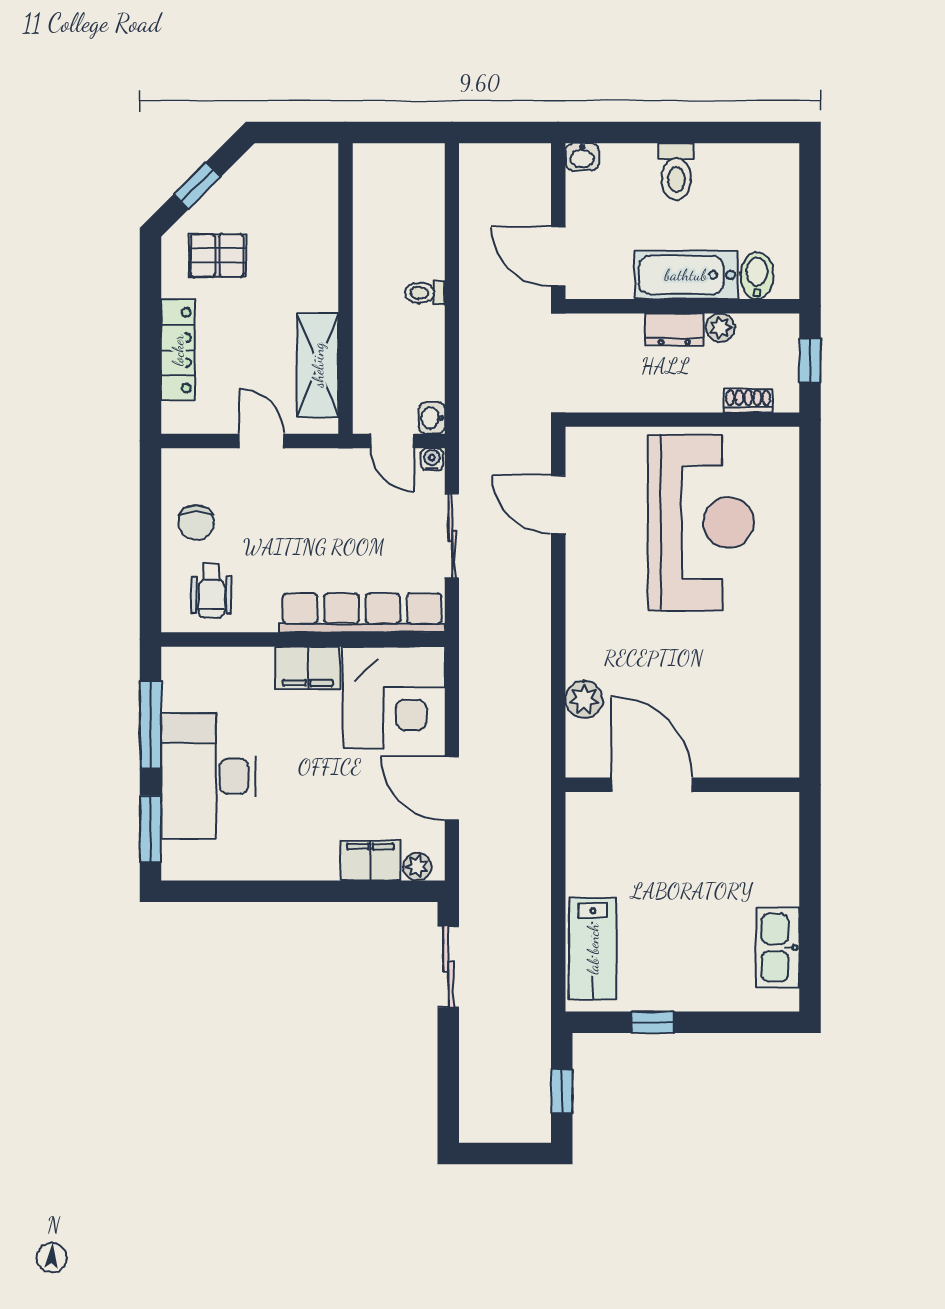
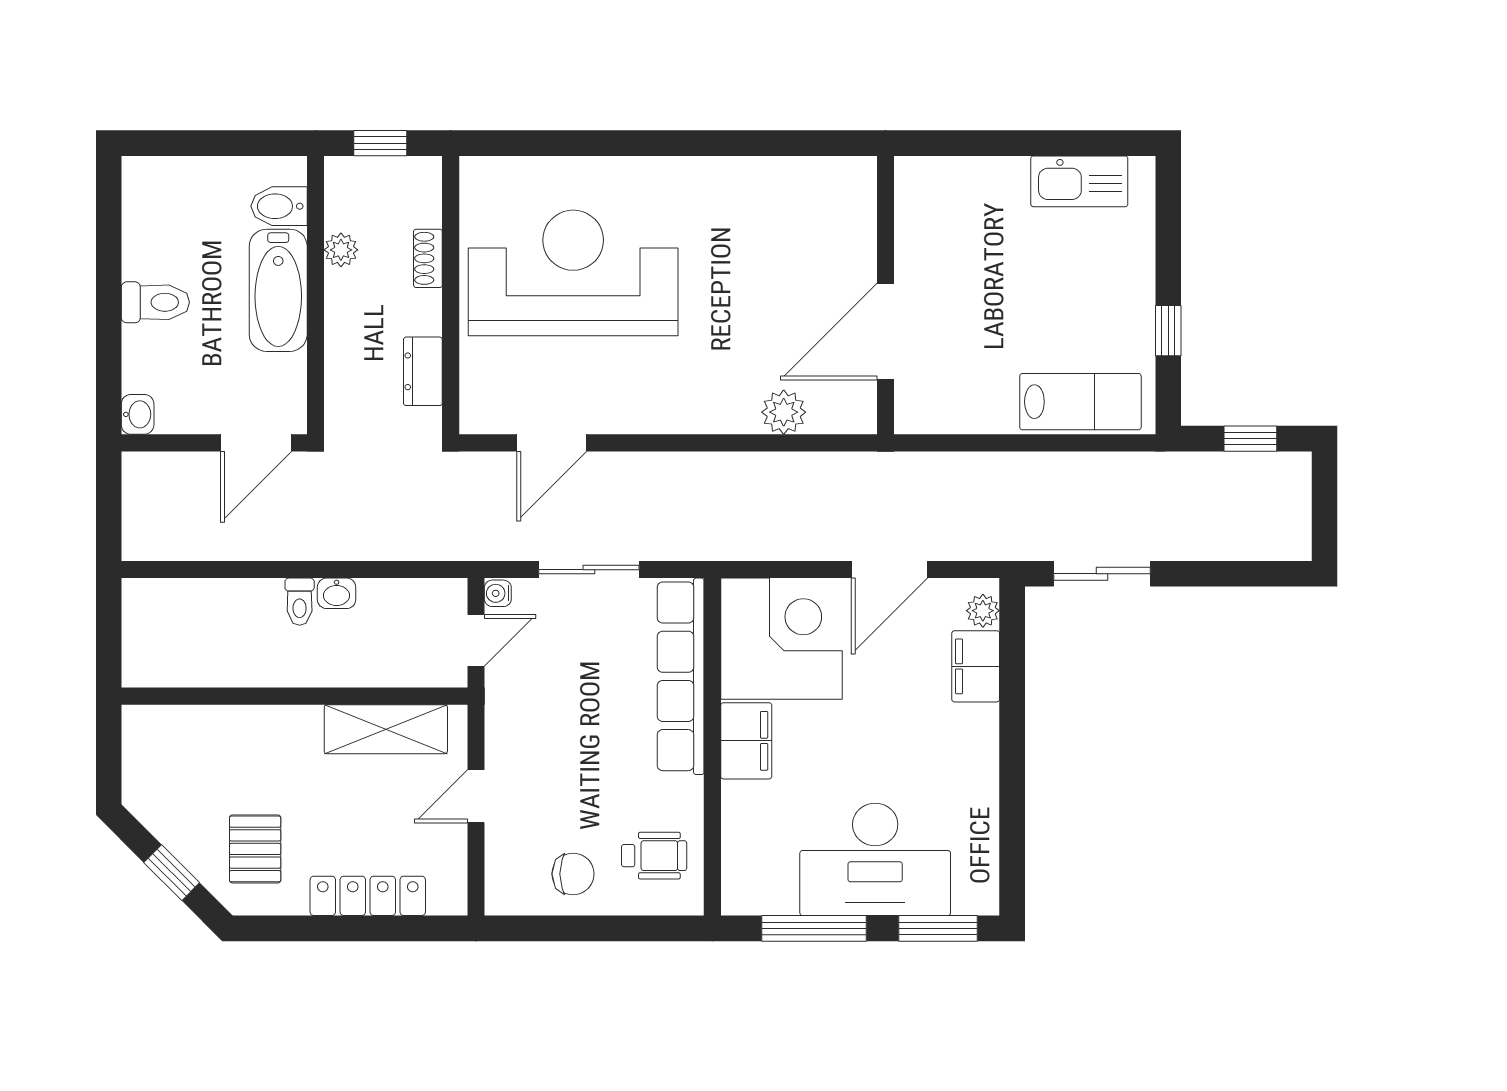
dresser: (674, 330) -> (423, 371), moved, turned 180
shoe rack: (748, 401) -> (428, 258), moved
washbasin: (432, 418) -> (337, 593), moved

